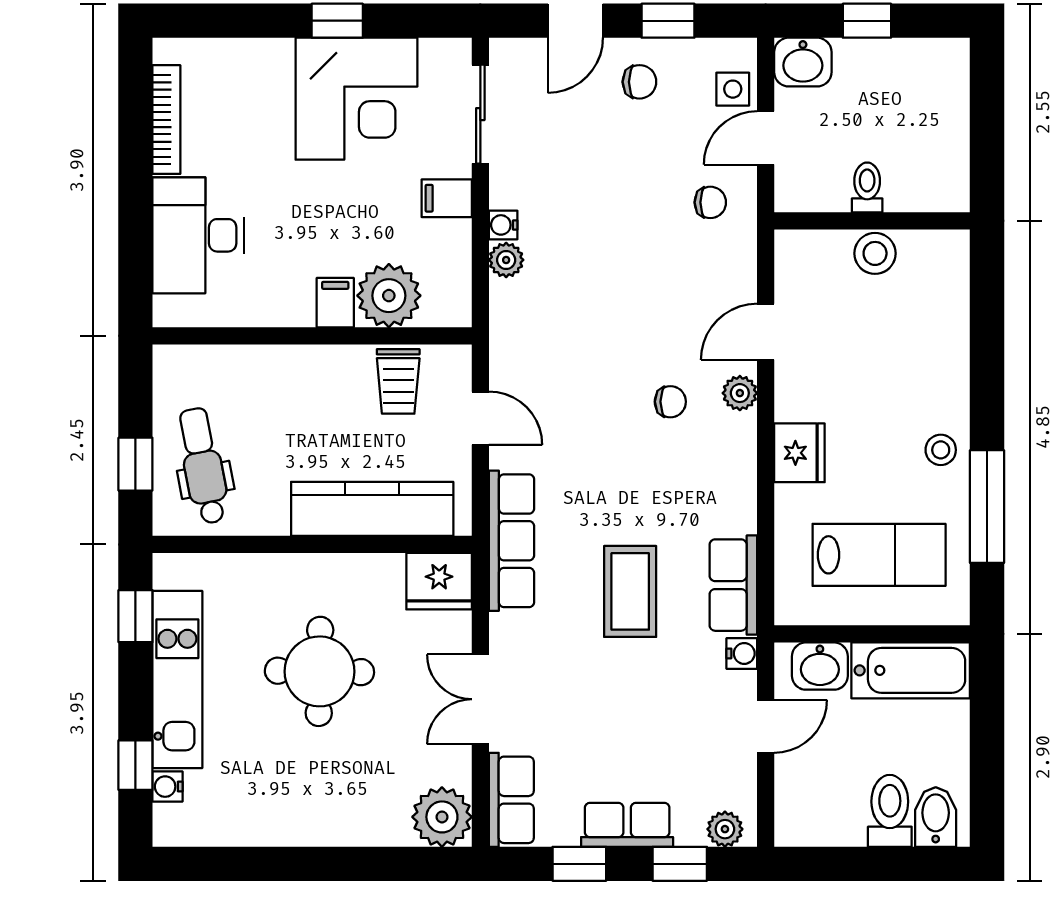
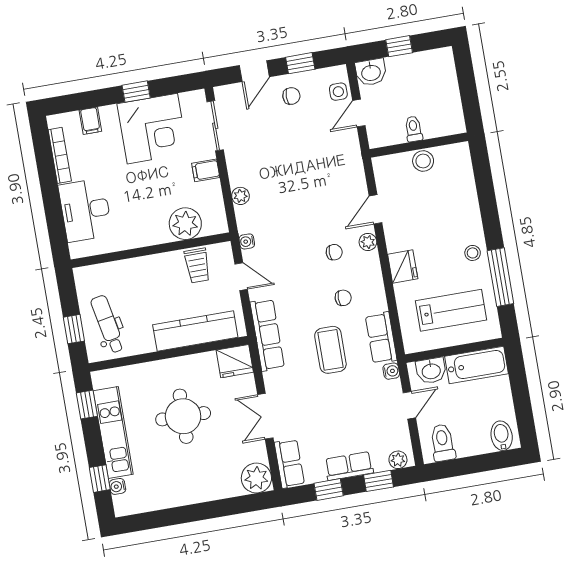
chair: (710, 202) -> (343, 298), moved
water cooler: (503, 225) -> (247, 241), moved
filing cabinet: (335, 303) -> (90, 121), moved, turned 180
toilet: (890, 811) -> (443, 443), moved

